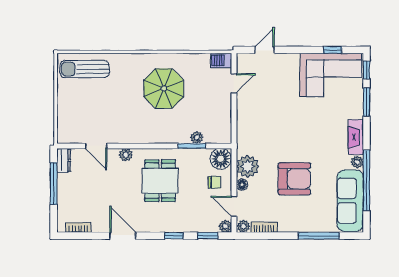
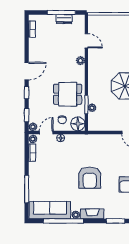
door: (96, 146) -> (86, 41), swing flipped
dresser: (64, 160) -> (64, 19), moved
plant: (248, 166) -> (73, 142), removed
armchair: (294, 179) -> (90, 178), moved
dining table: (160, 181) -> (68, 94), moved
door: (123, 236) -> (27, 71), moved

